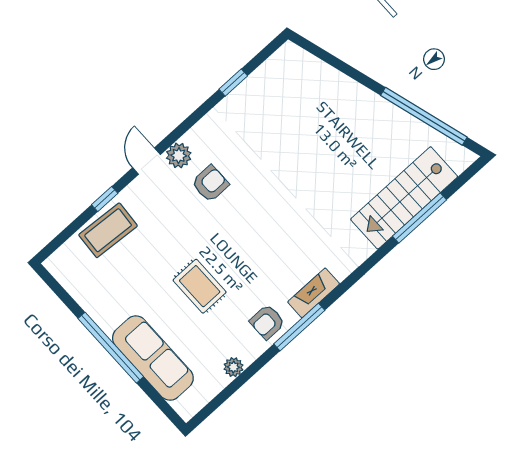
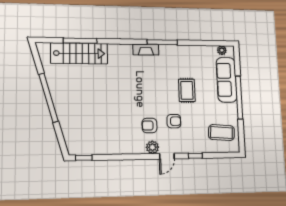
window: (233, 82) -> (84, 158), moved
window: (424, 116) -> (48, 98), moved
coffee table: (108, 230) -> (221, 133), moved
armchair: (267, 322) -> (174, 121), moved
plant: (233, 367) -> (222, 50), moved

